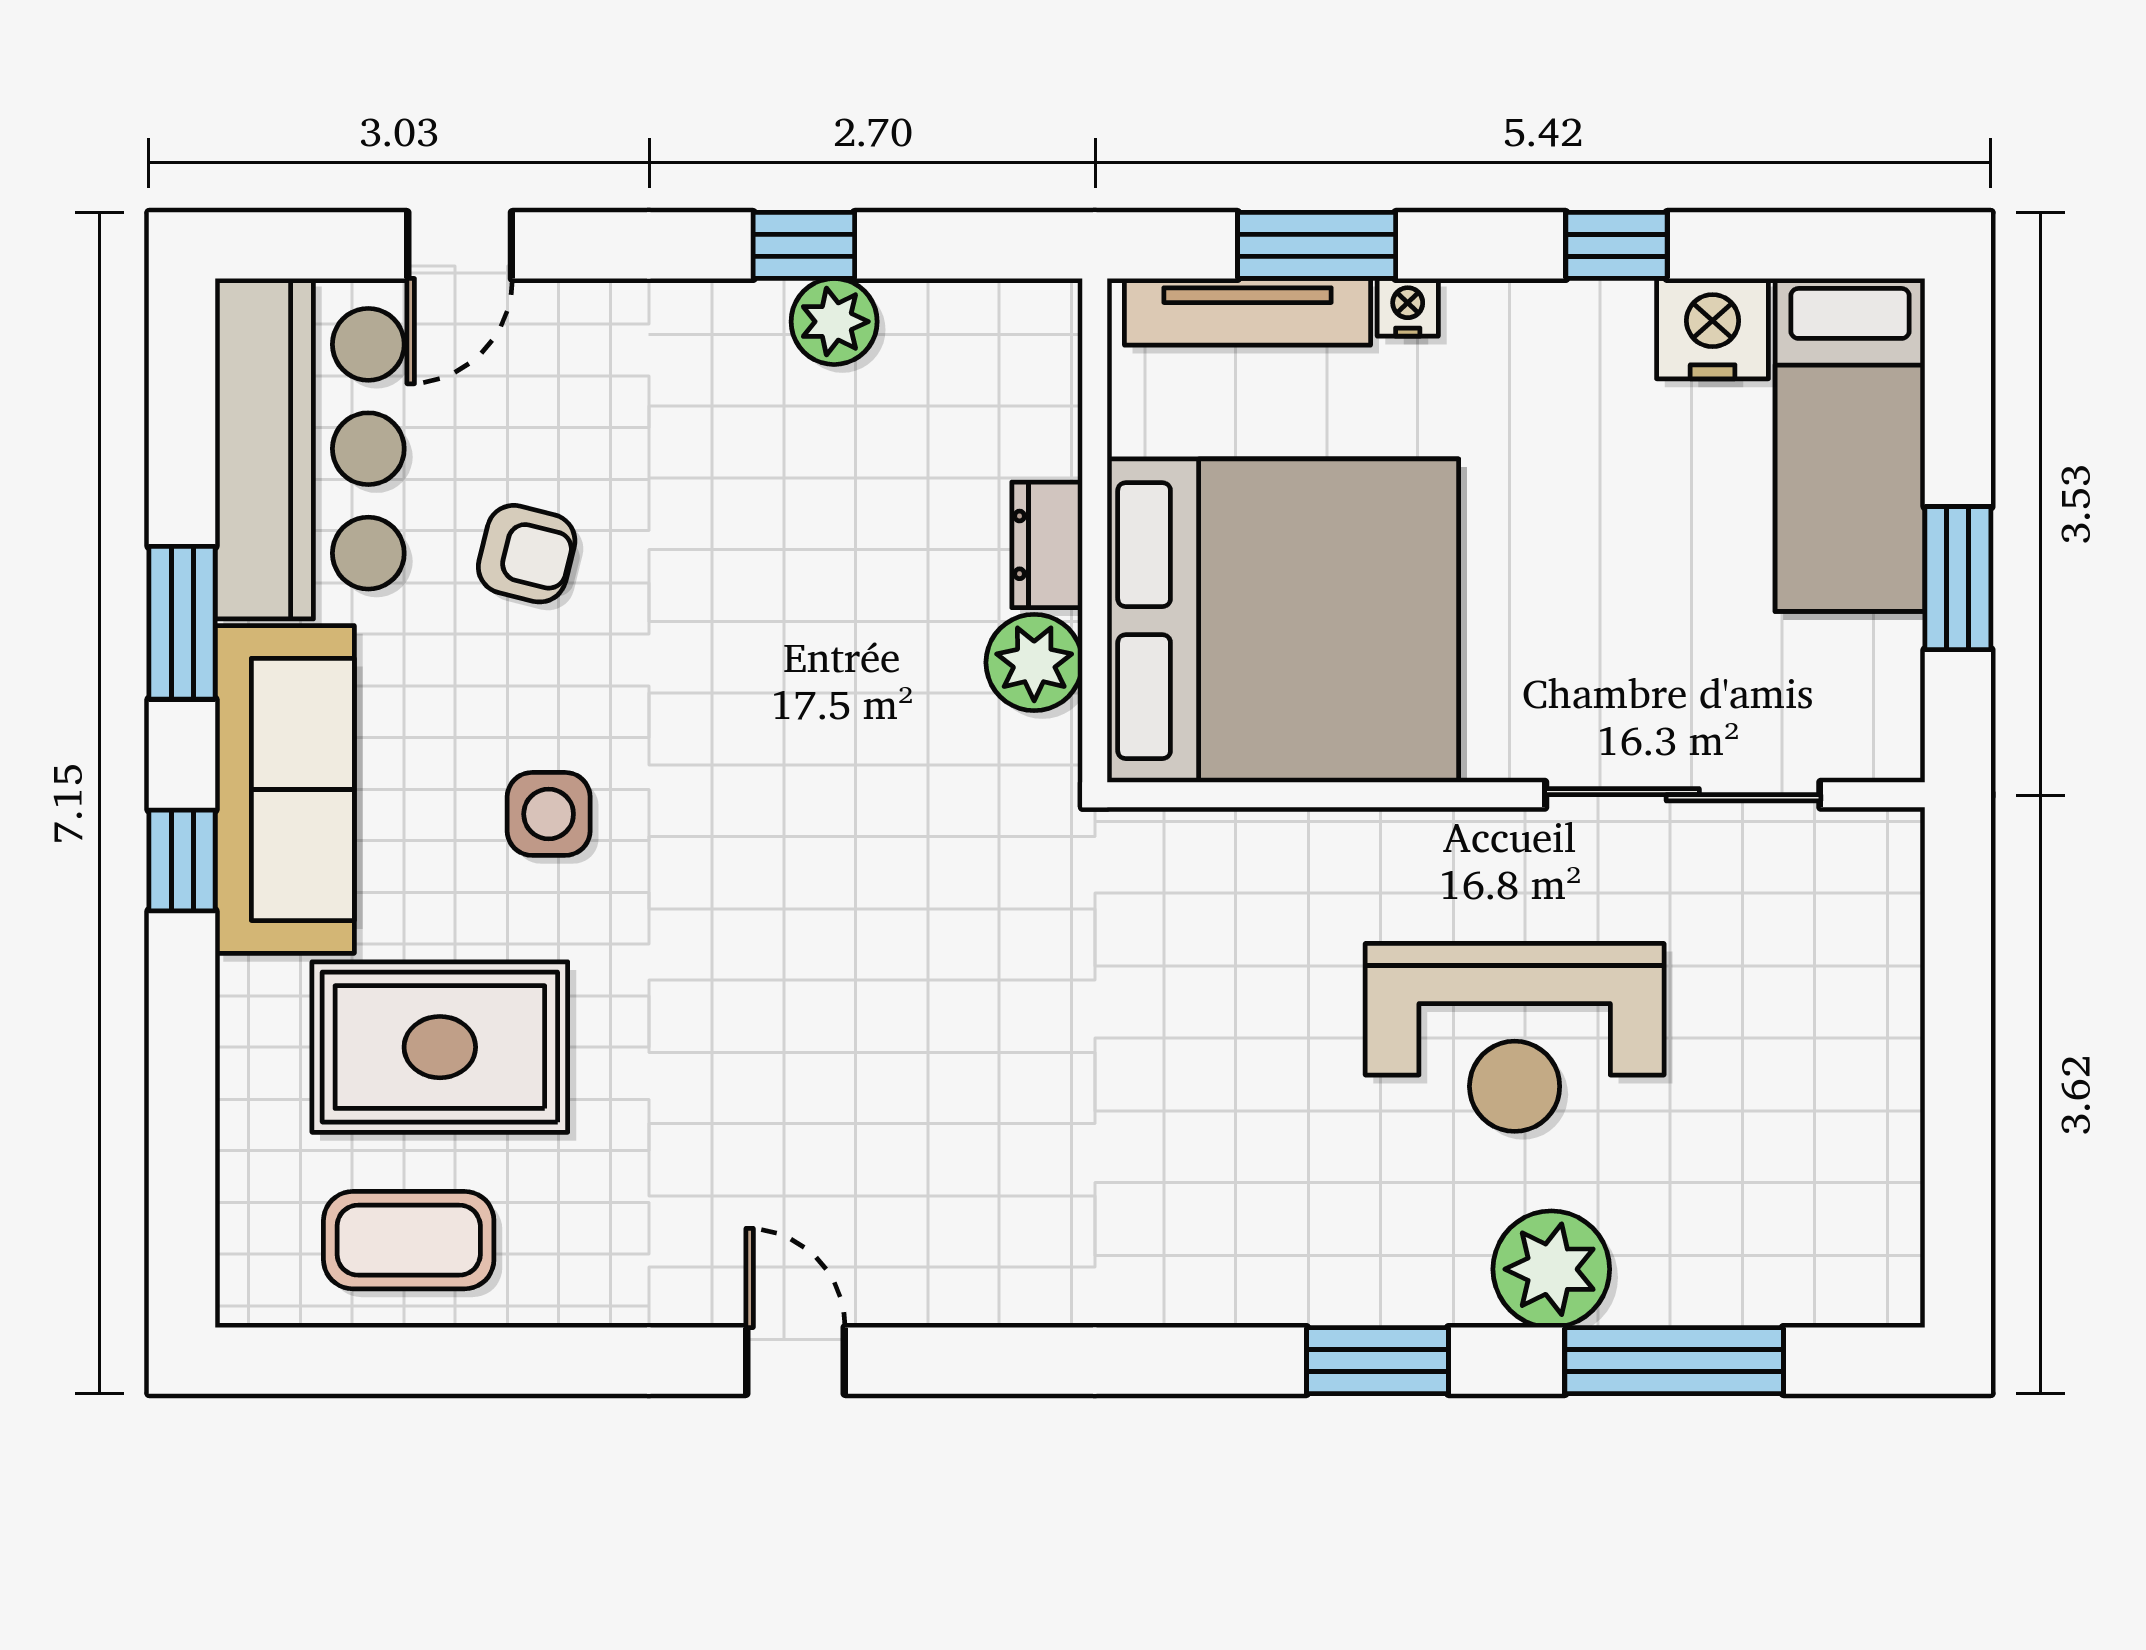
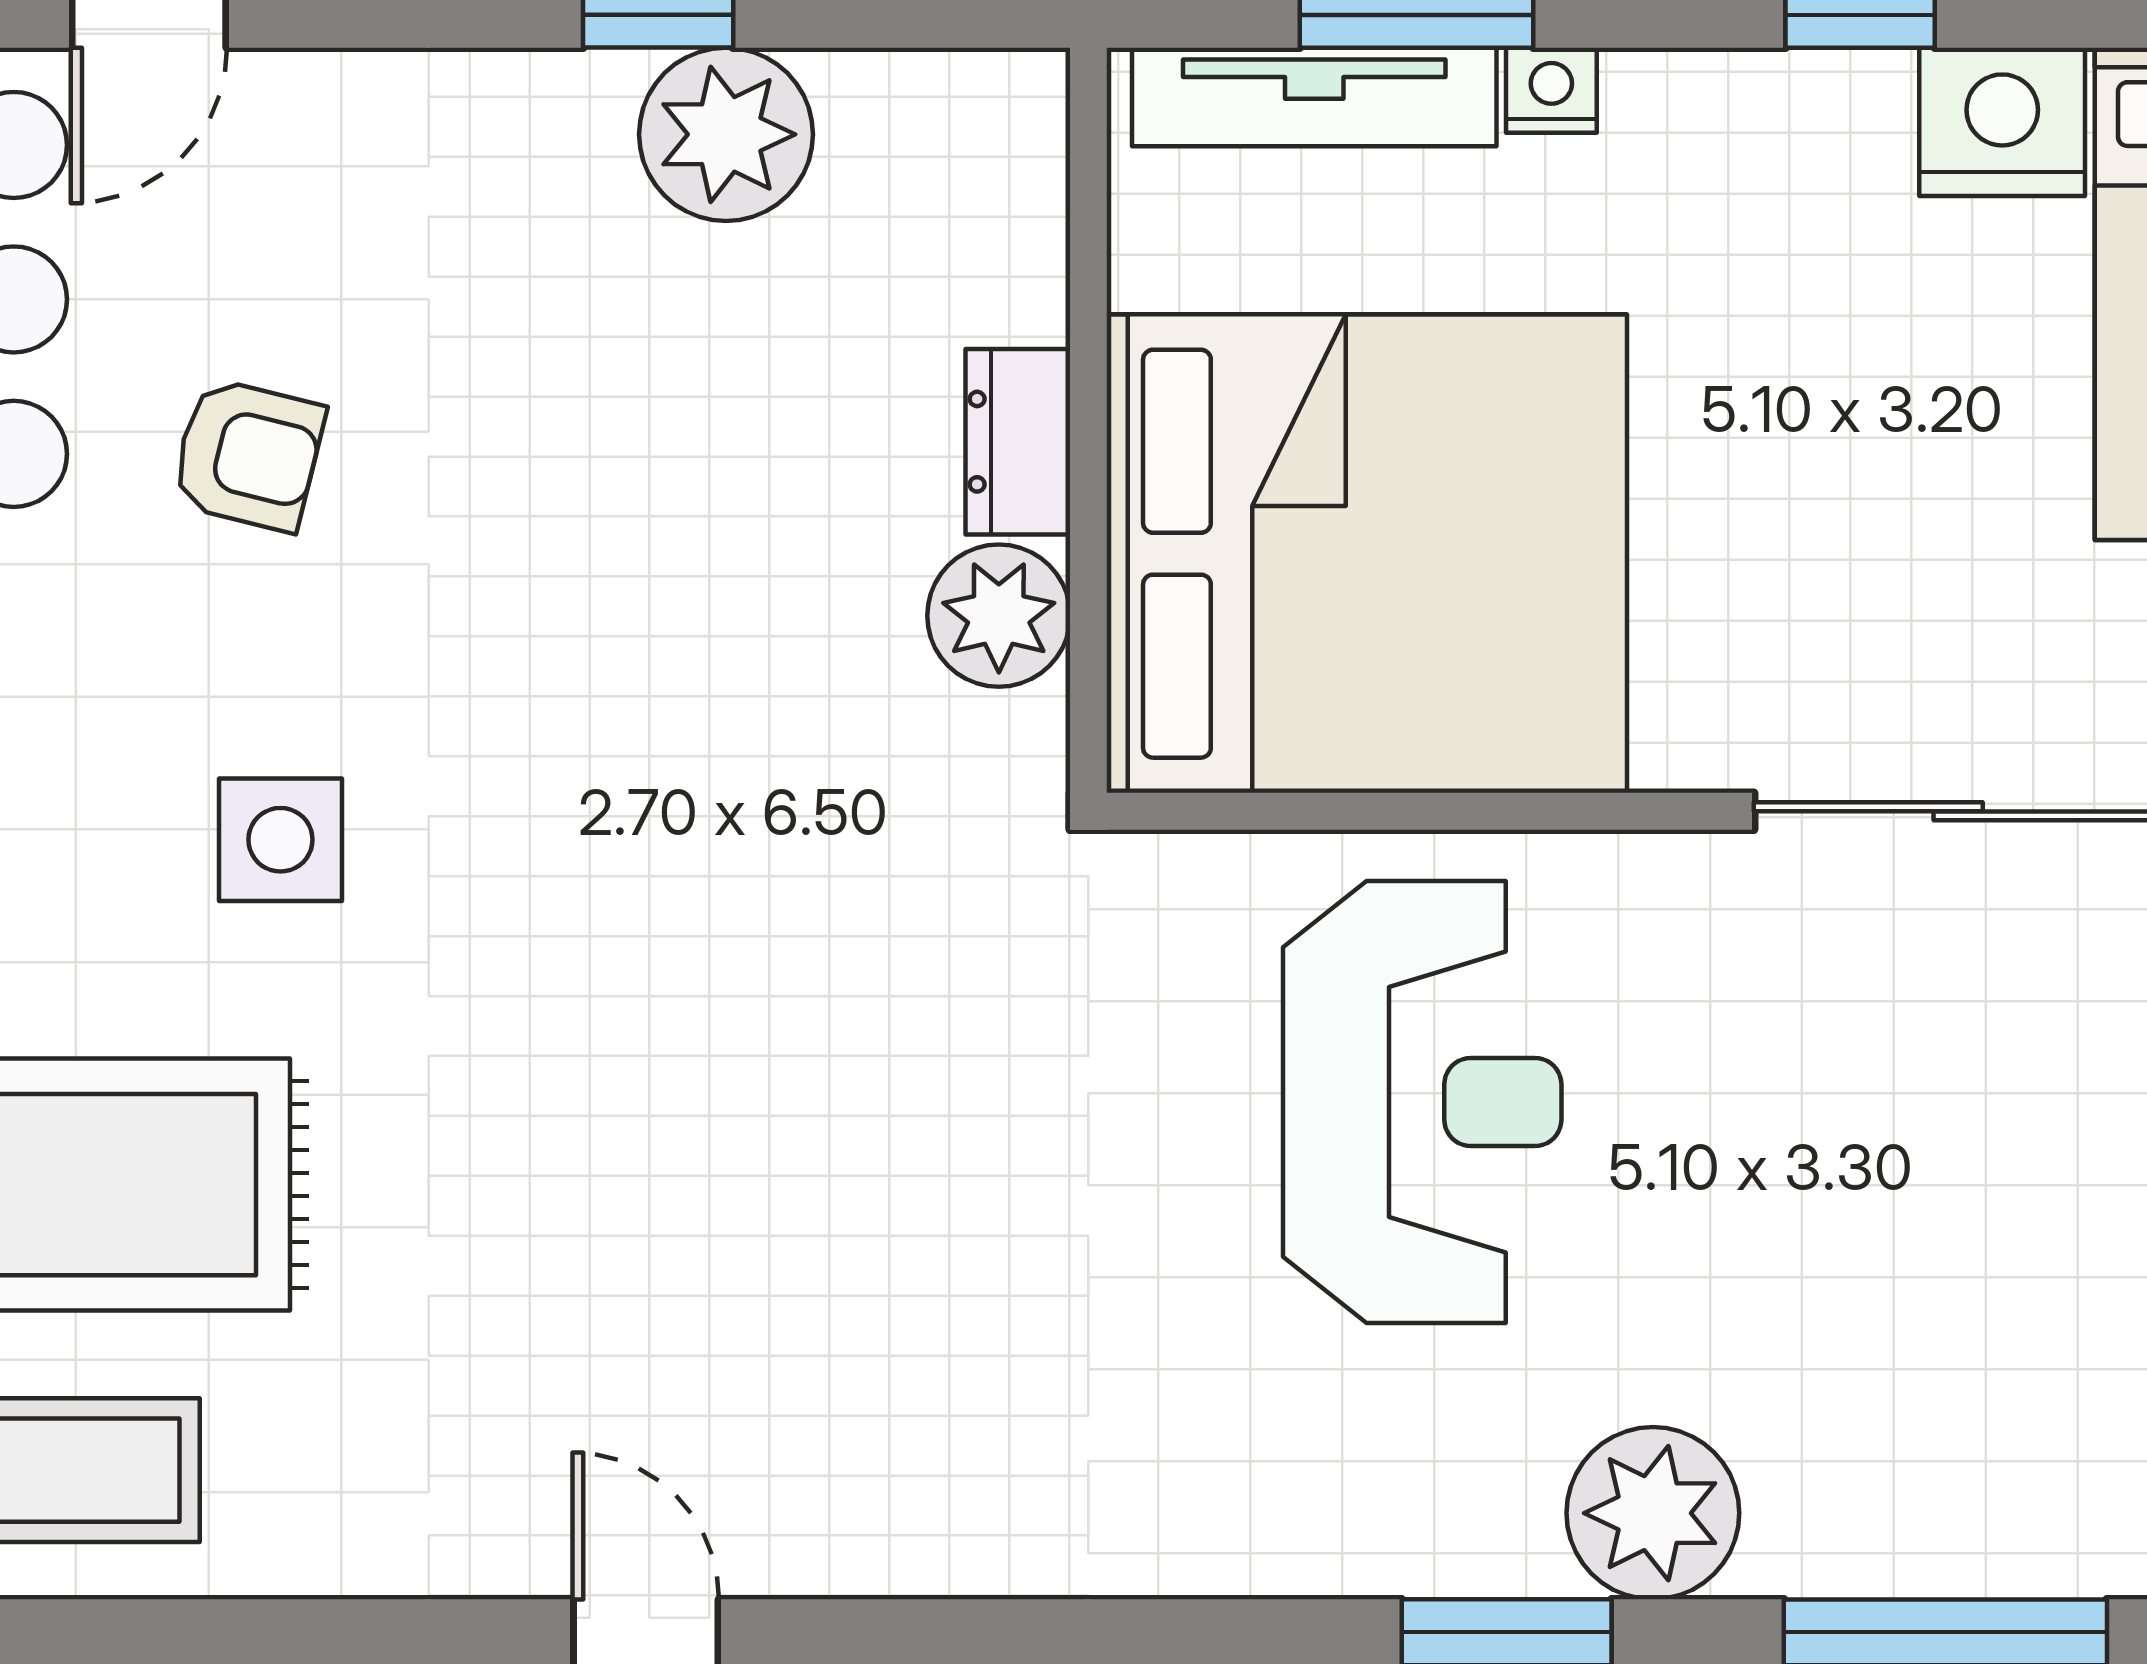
plant: (834, 322) -> (726, 134), width x1.36, depth x1.36
reception desk: (1515, 1037) -> (1422, 1102), moved, turned -90
plant: (1551, 1269) -> (1653, 1513), moved

